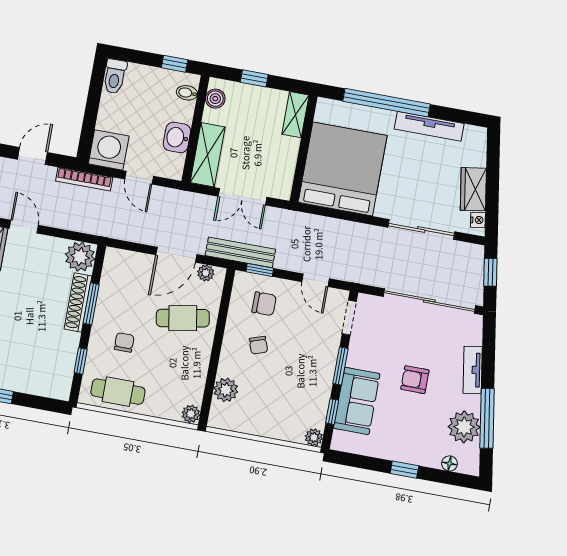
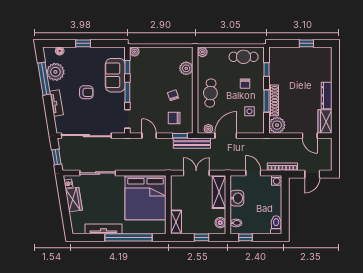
washing machine: (109, 150) -> (277, 180), width x0.53, depth x0.53
side table: (125, 291) -> (249, 111), added
cafe table: (183, 318) -> (210, 93), moved, turned -76

